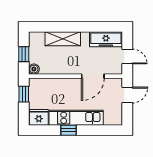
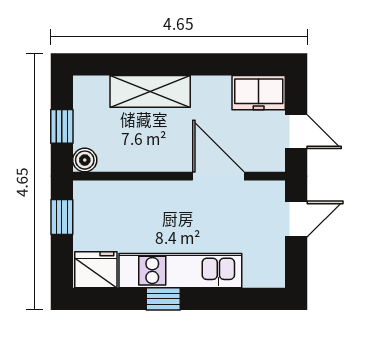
freezer: (106, 39) -> (259, 93), width x0.71
door: (93, 76) -> (218, 176), swing flipped

